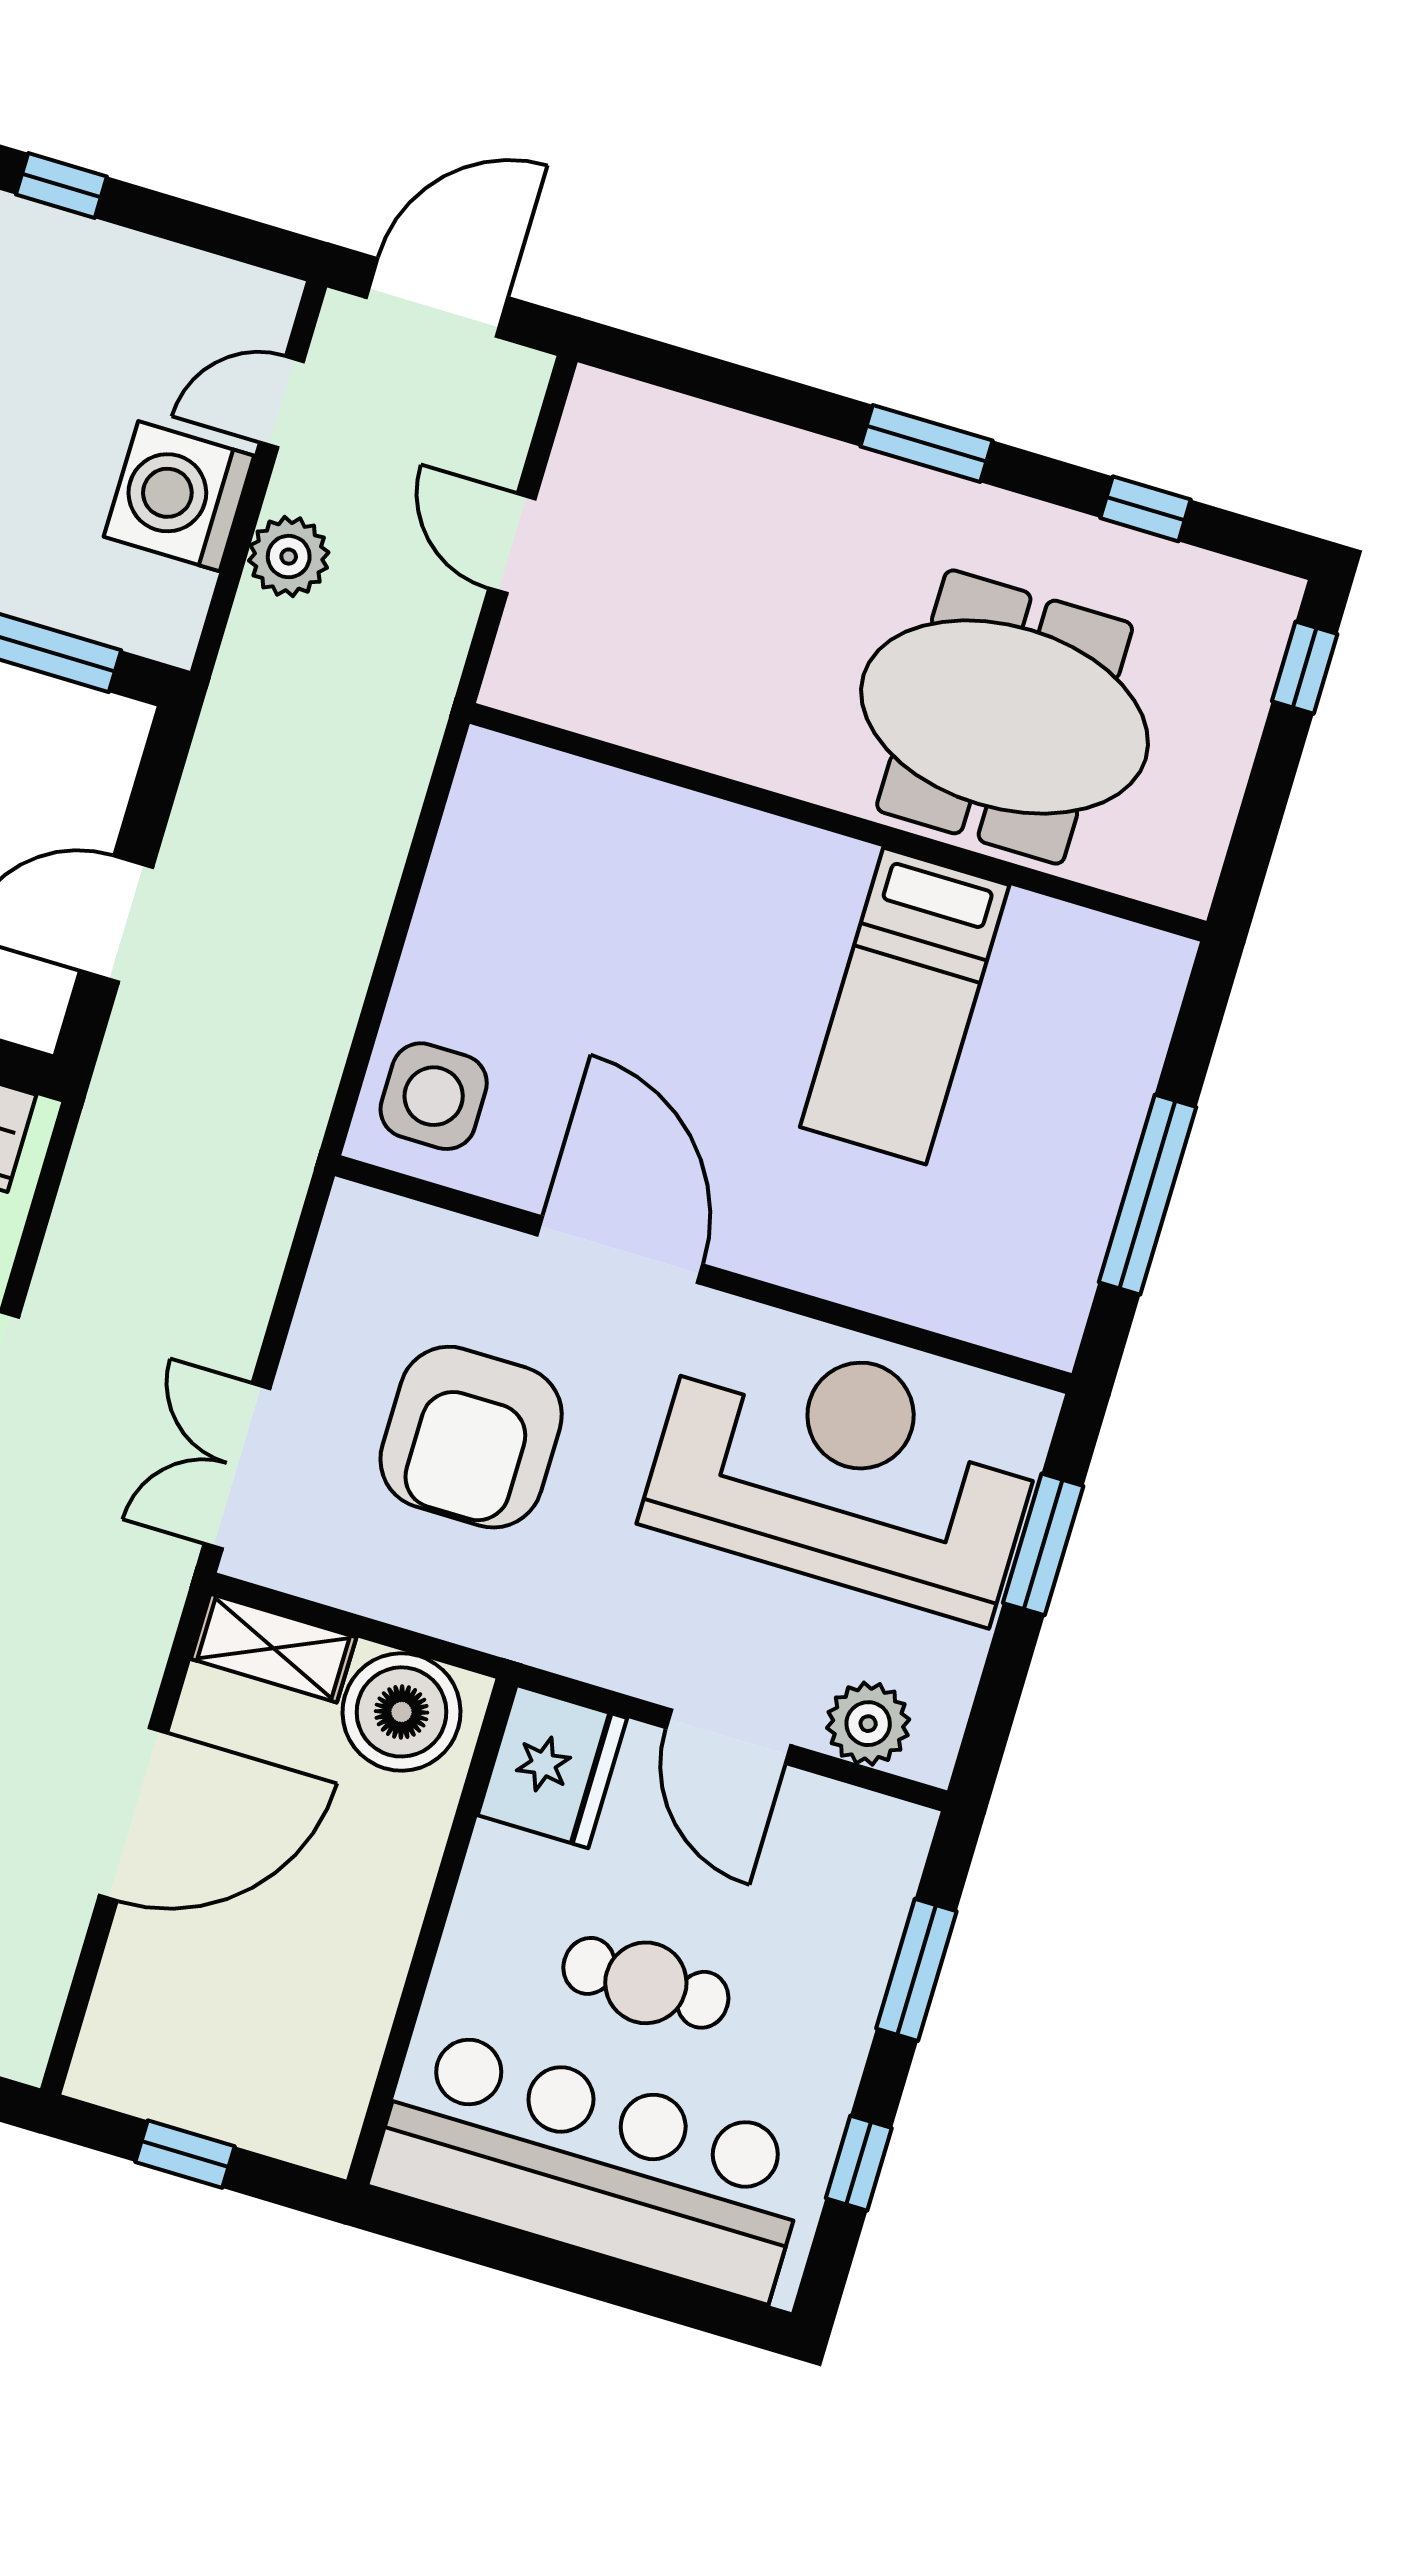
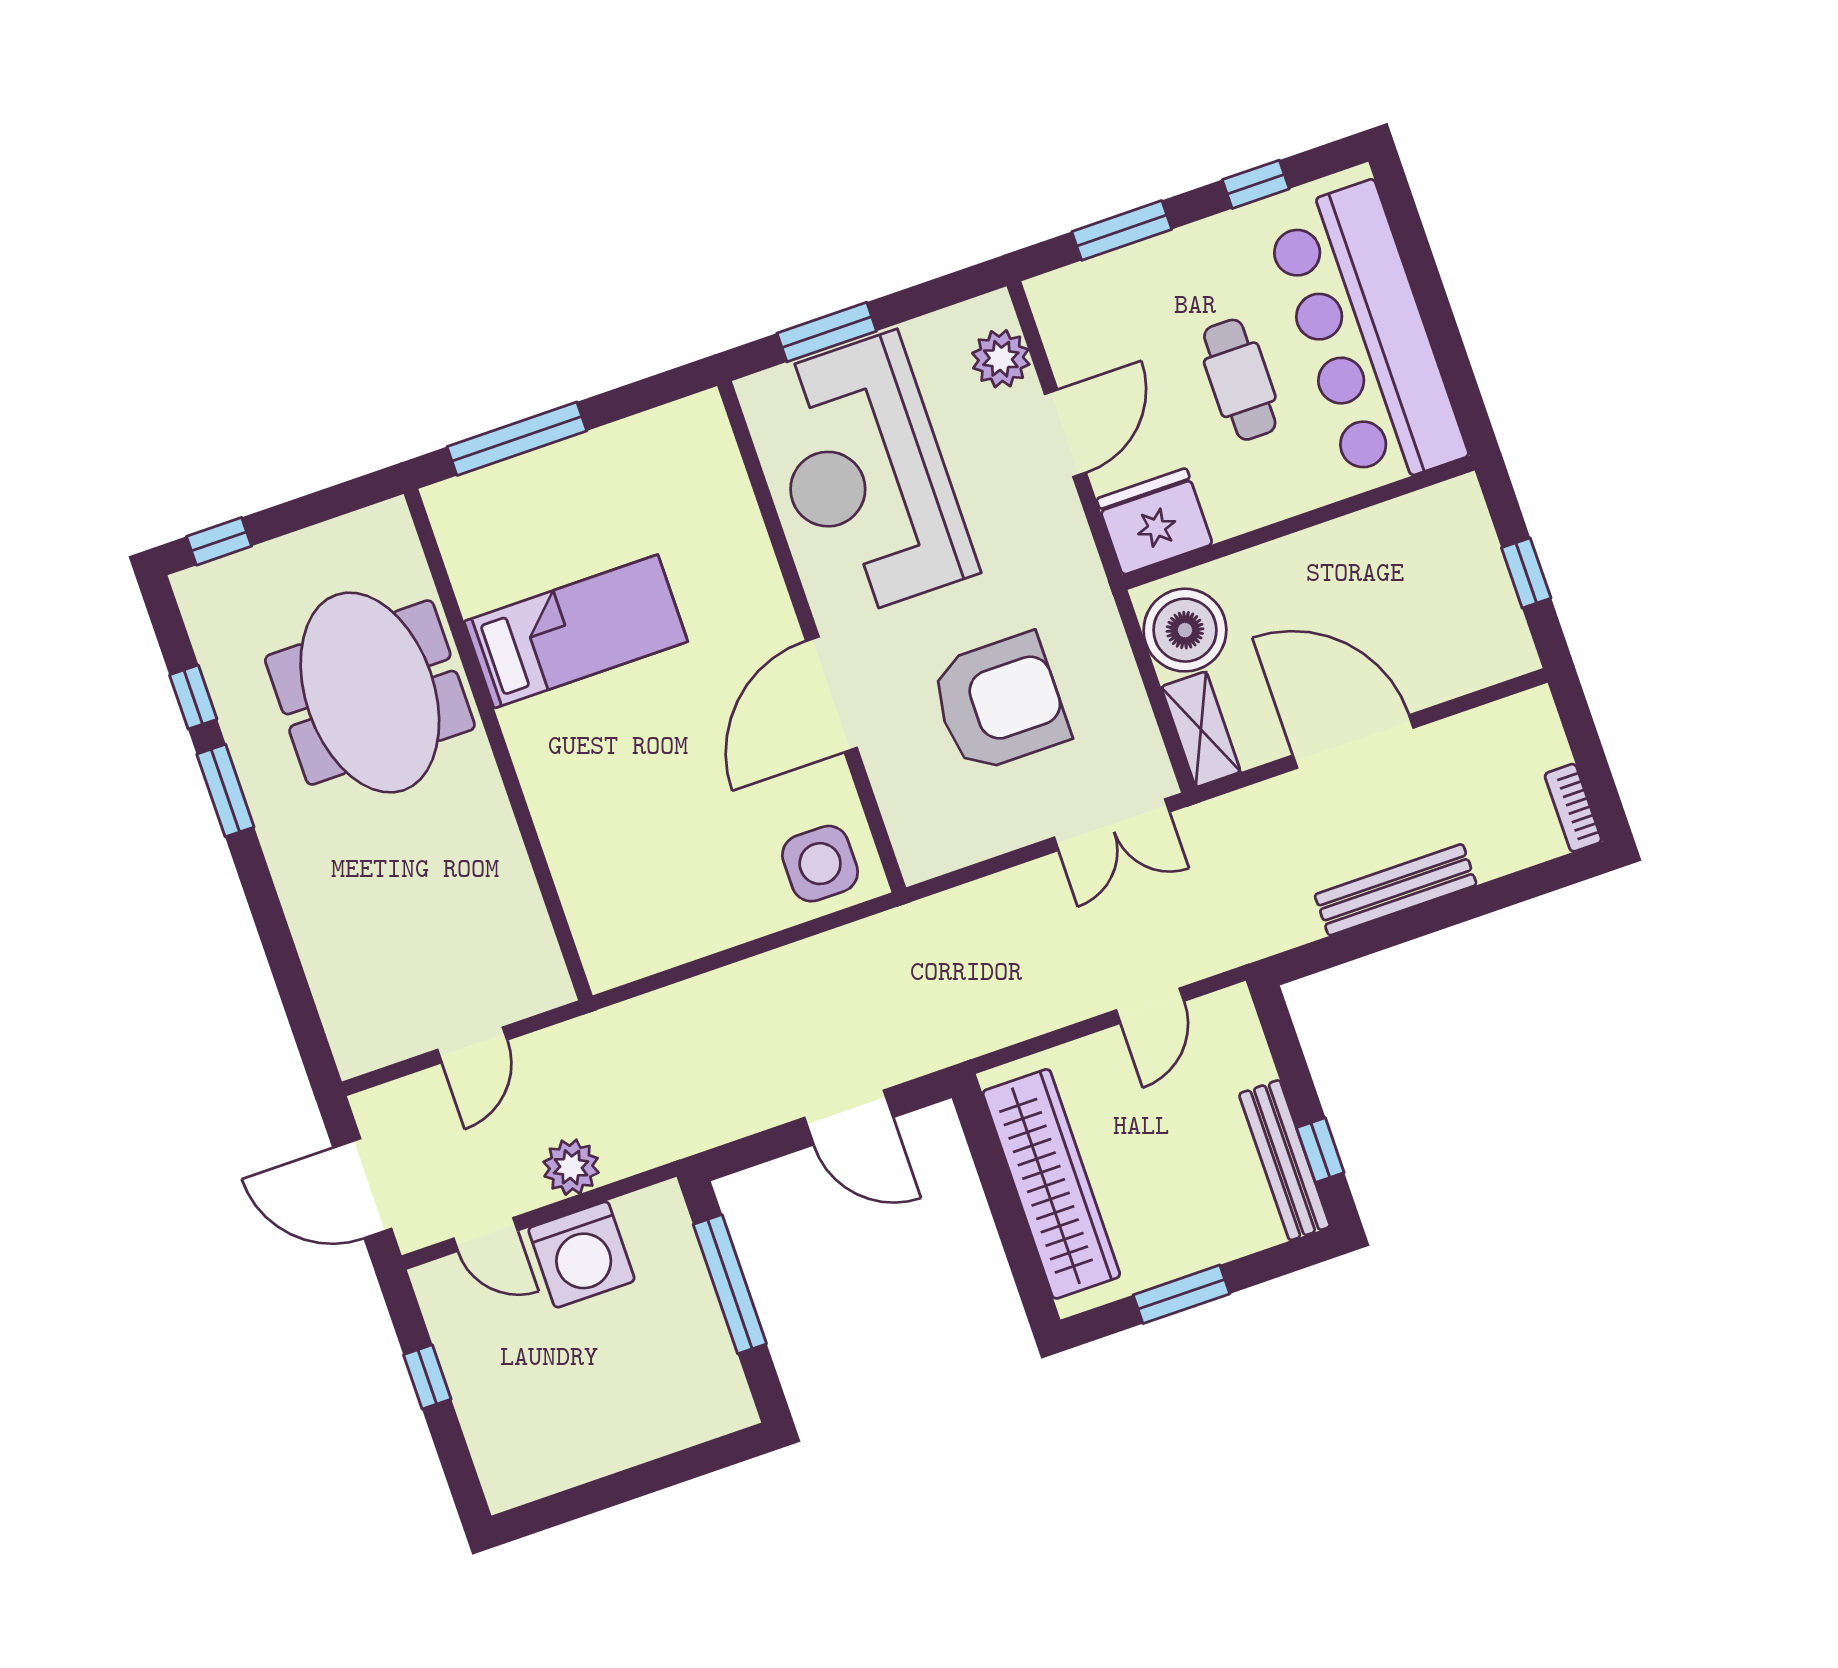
window: (61, 186) -> (427, 1377), moved
window: (926, 443) -> (225, 791), moved
window: (1147, 1195) -> (517, 439), moved

